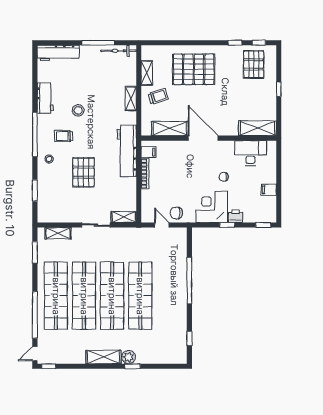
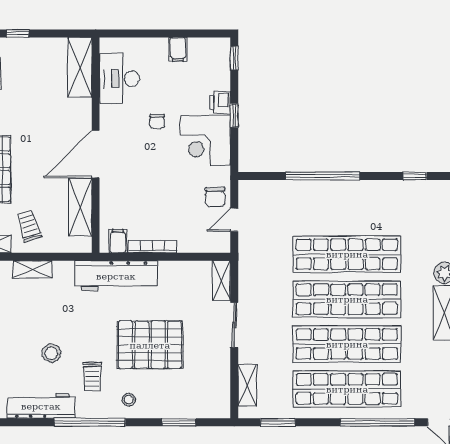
workbench: (45, 98) -> (41, 406), width x1.38
pallet: (84, 172) -> (150, 345), width x1.37, depth x1.41

